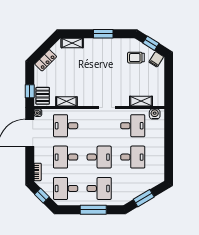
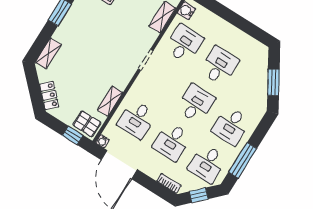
desk: (99, 188) -> (231, 126), turned 180
window: (93, 210) -> (243, 160), moved

